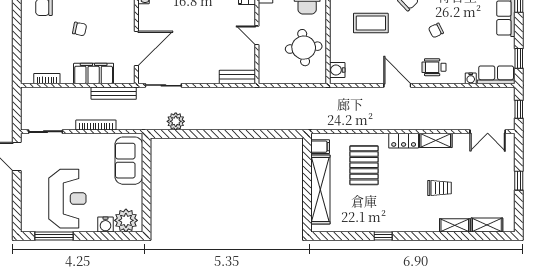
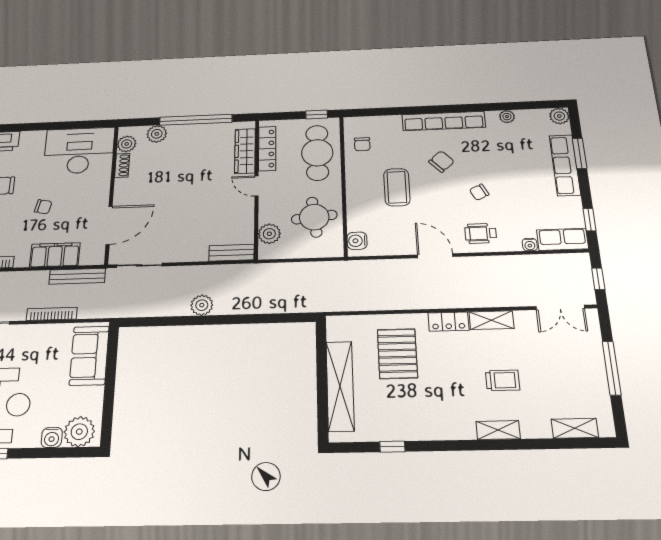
coffee table: (371, 23) -> (397, 187), turned 90
door: (257, 35) -> (257, 186), moved
plant: (268, 61) -> (269, 234), added
plant: (176, 121) -> (202, 305), moved
filing cabinet: (320, 147) -> (338, 332), removed
window: (519, 181) -> (612, 368), width x2.17
shelving: (455, 225) -> (498, 430), moved
window: (383, 236) -> (392, 447), moved

